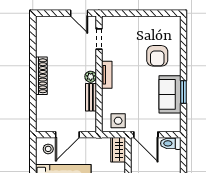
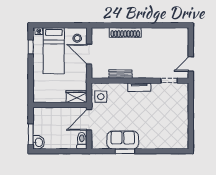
armchair: (157, 56) -> (155, 129), removed
shoe rack: (41, 76) -> (125, 32), moved
plant: (91, 77) -> (138, 74), removed

